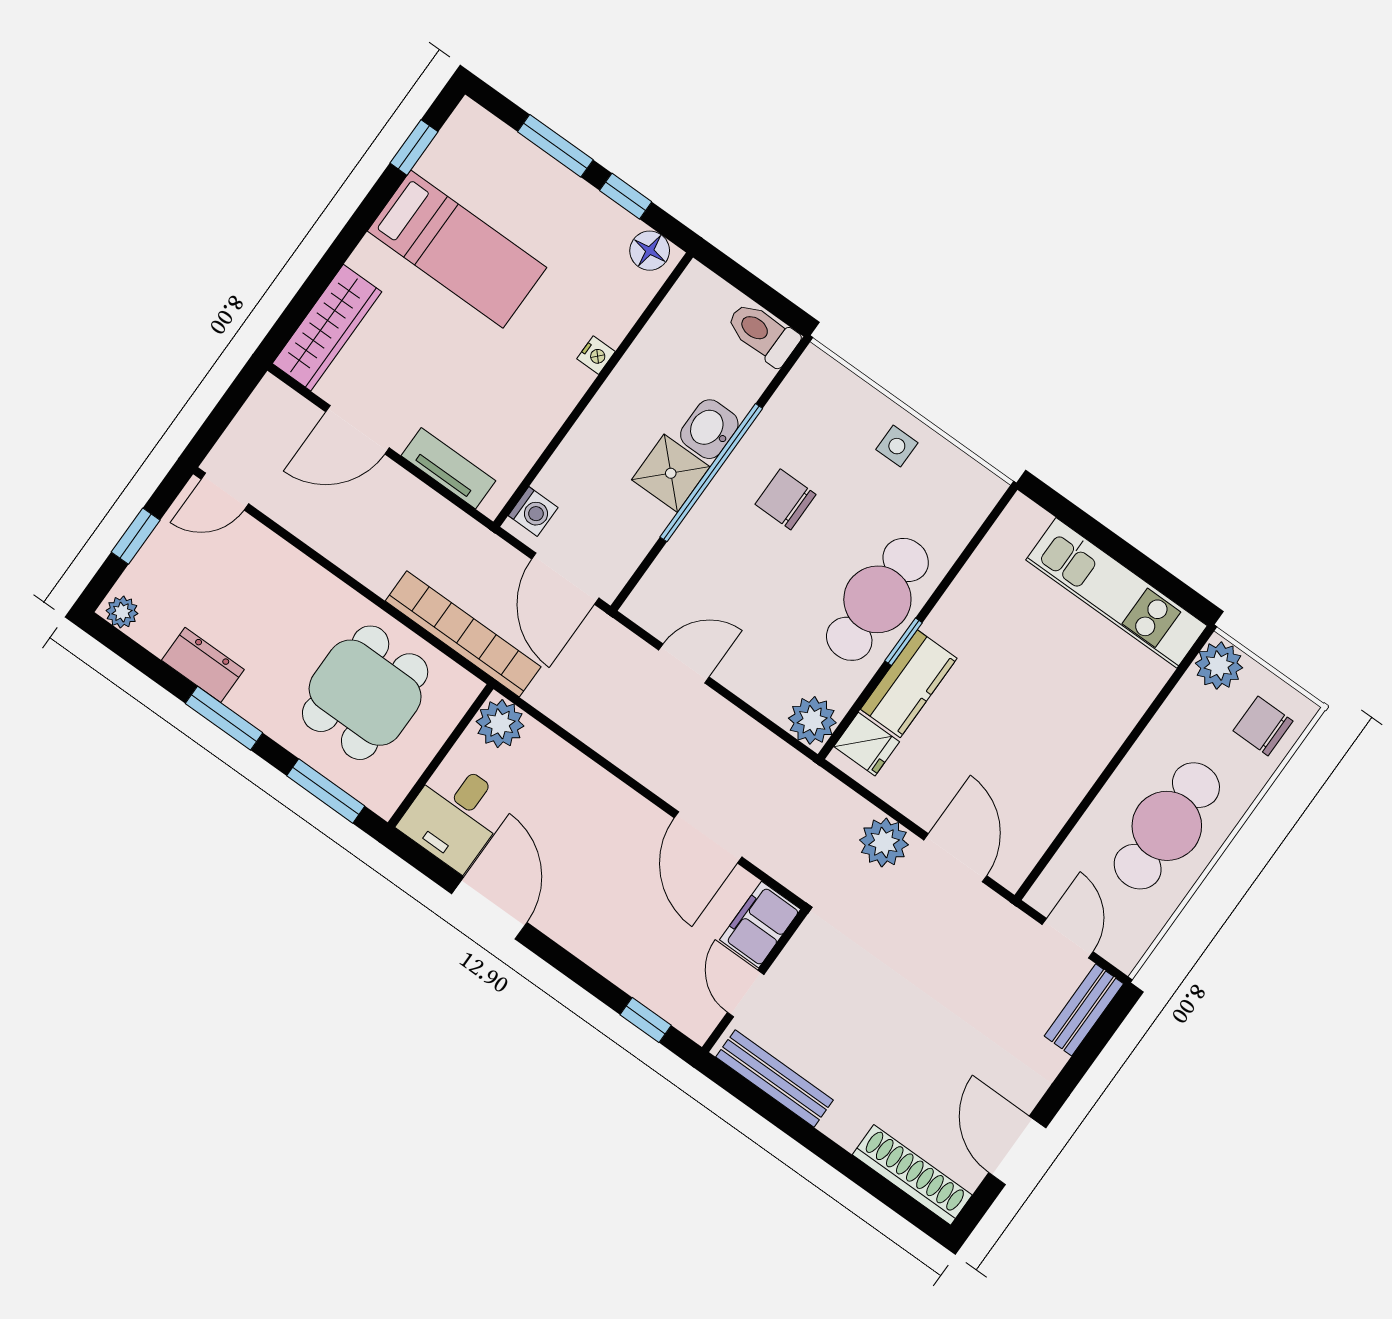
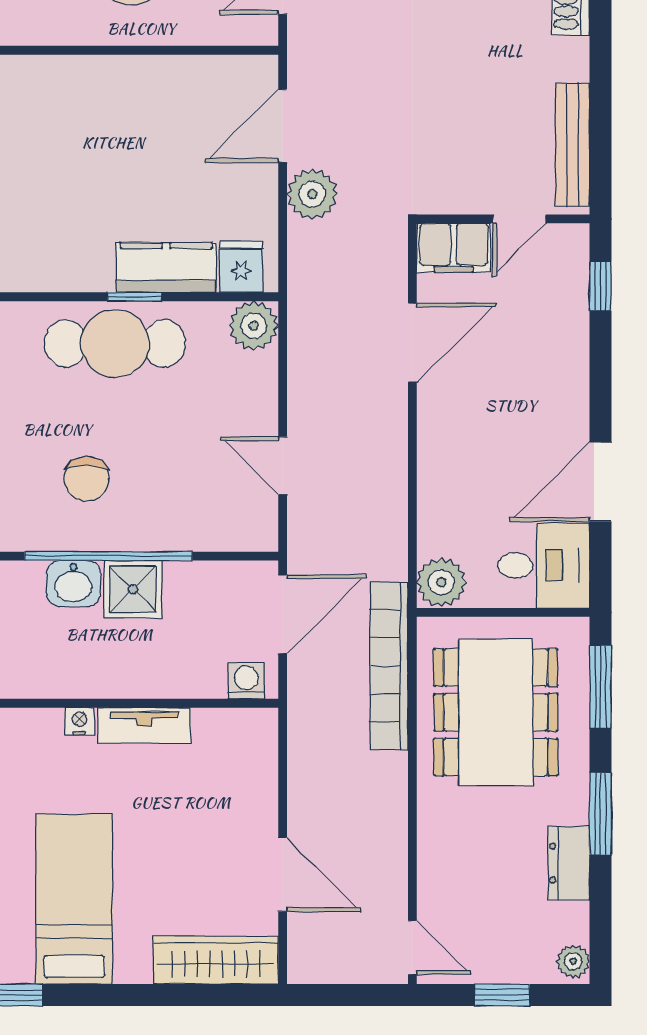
tv unit: (448, 468) -> (144, 725), moved, turned -90
dining table: (365, 693) -> (496, 712), width x1.38

